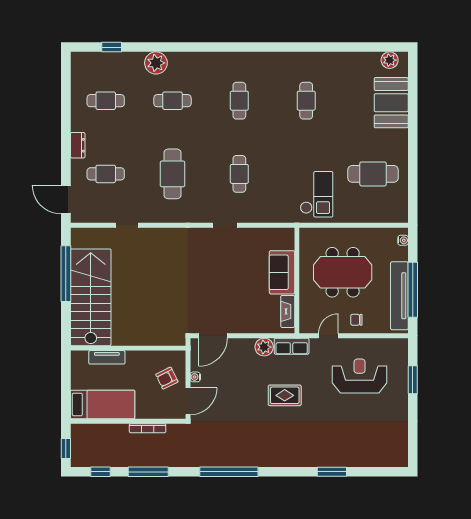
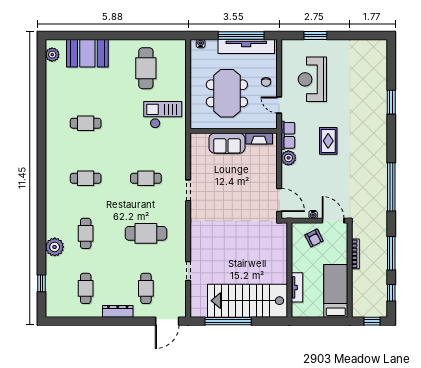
dresser: (78, 145) -> (118, 311), width x1.44

